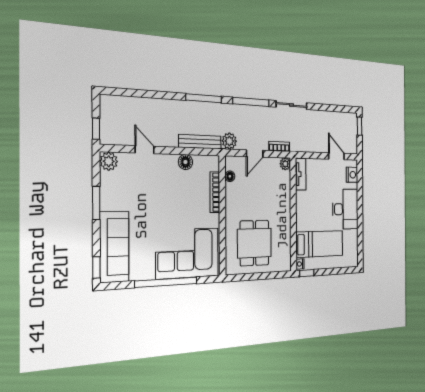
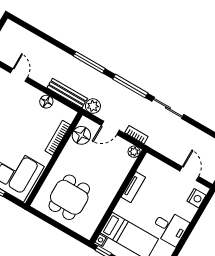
tv unit: (301, 174) -> (133, 187), moved
floor lamp: (230, 176) -> (81, 135), width x1.89, depth x1.89
desk: (345, 209) -> (170, 228), width x0.73

